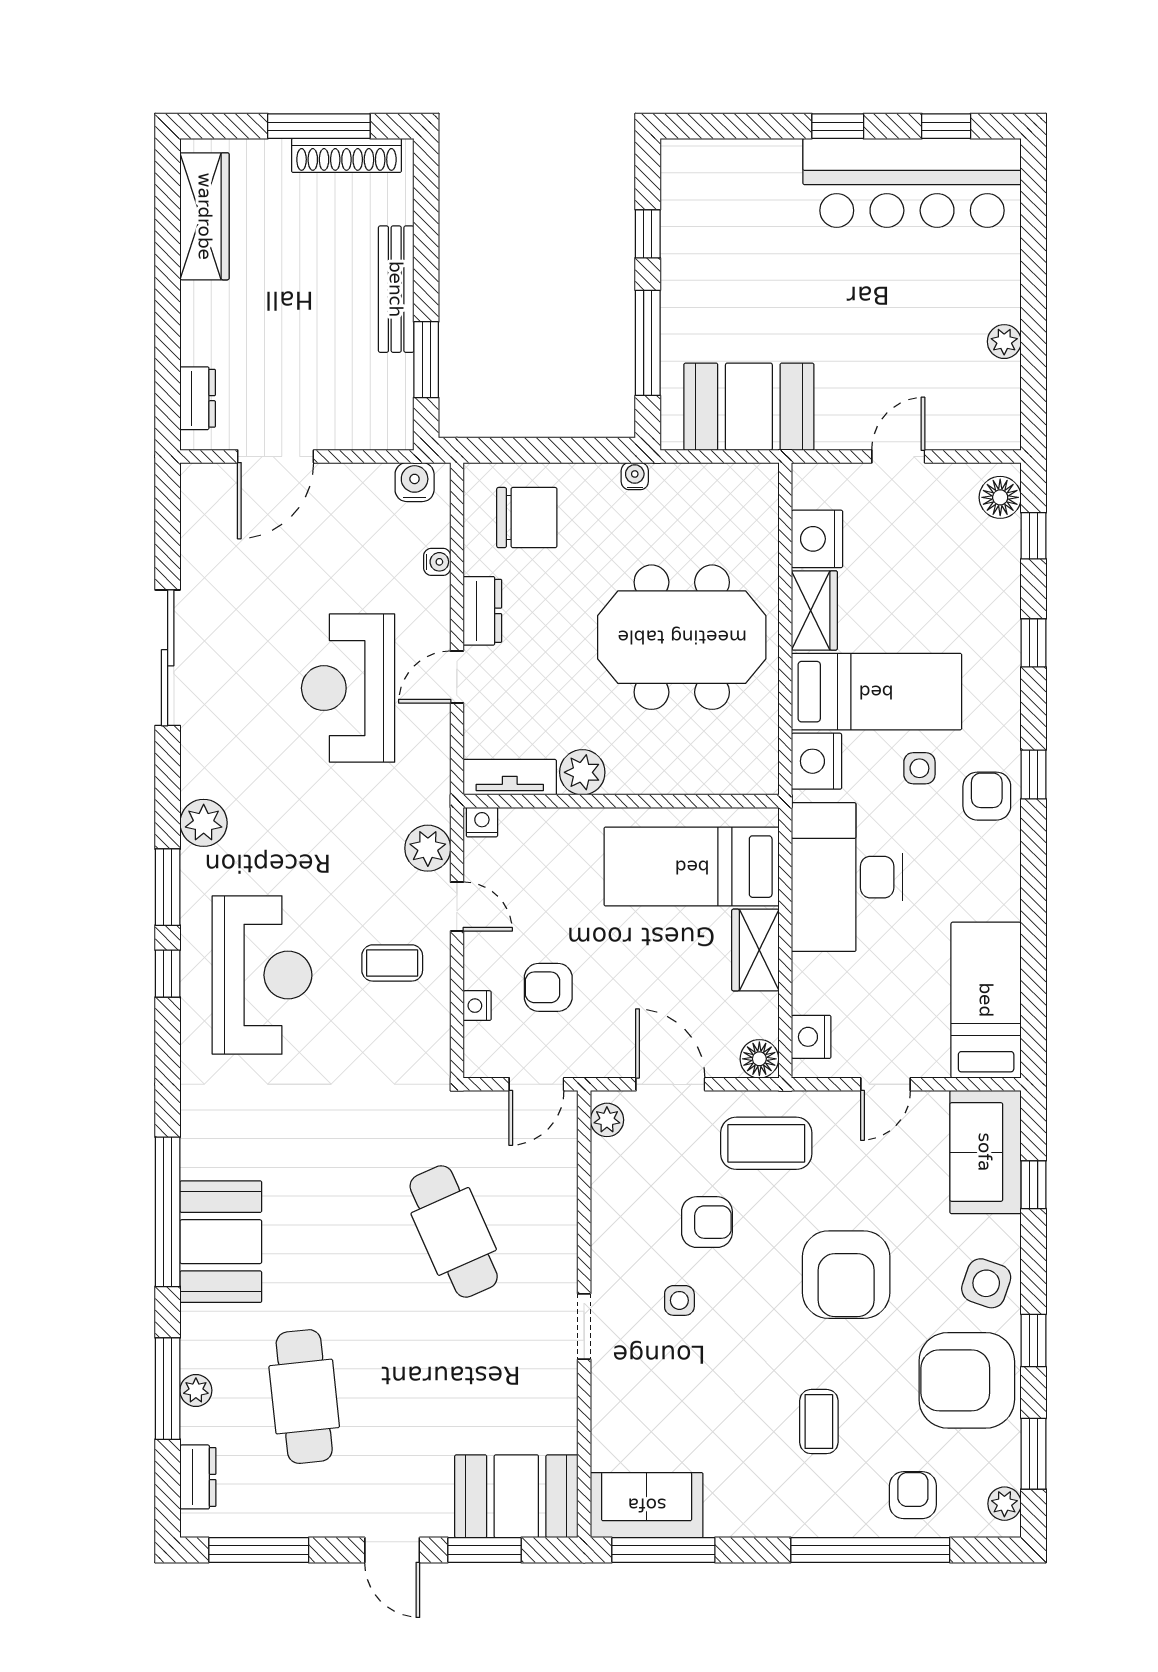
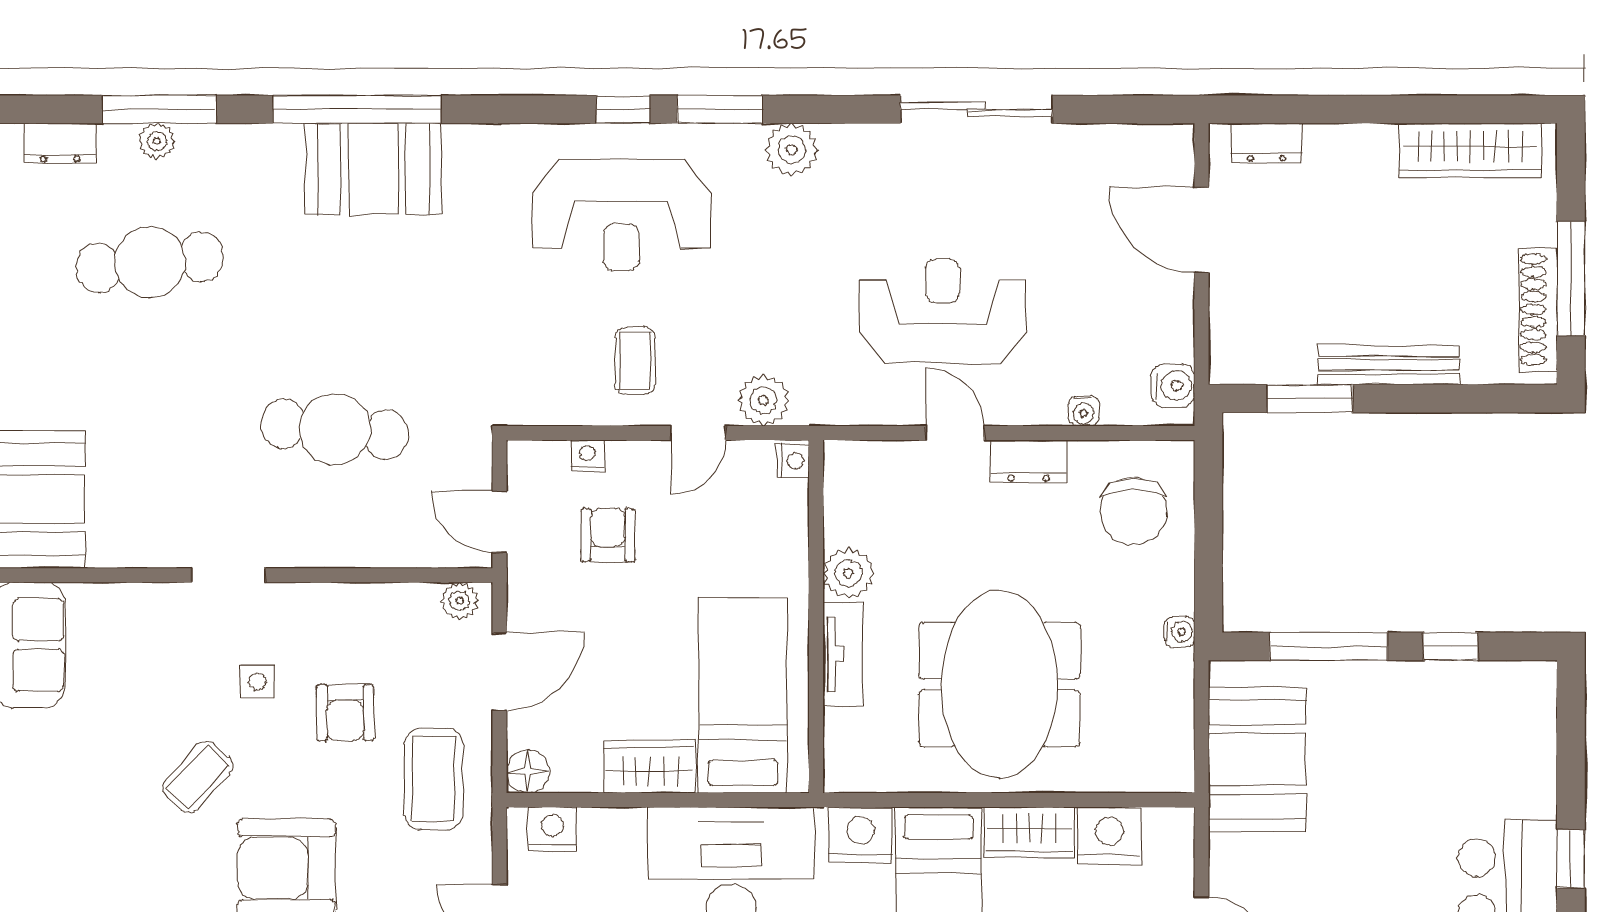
tv unit: (510, 777) -> (843, 654), moved
cafe table: (454, 1231) -> (335, 429), turned 30
booth: (221, 1242) -> (373, 169), moved
coffee table: (819, 1422) -> (198, 777), moved, turned -48

